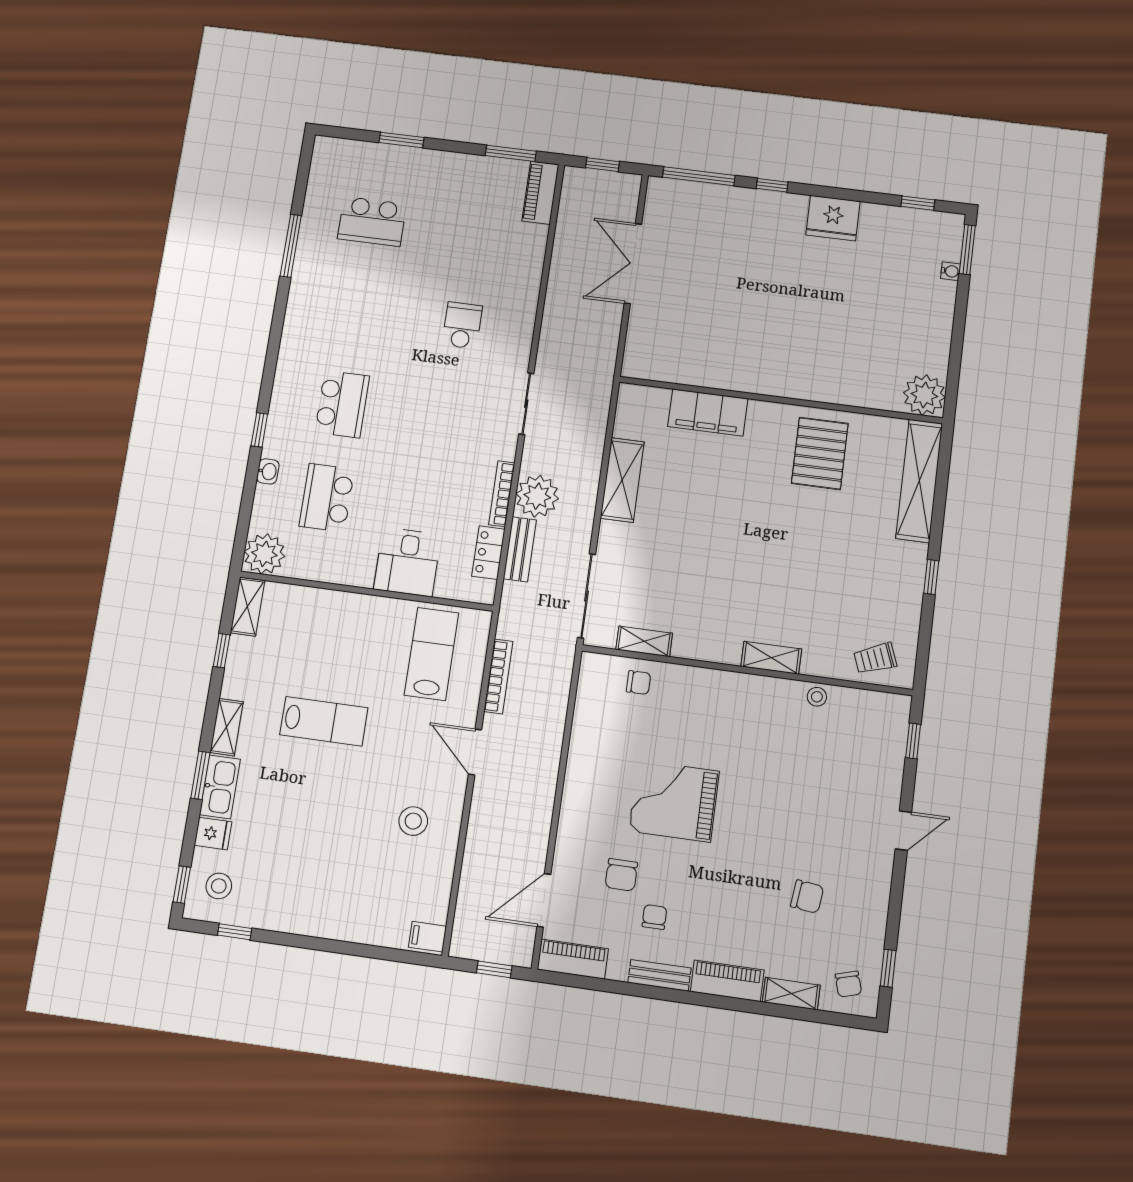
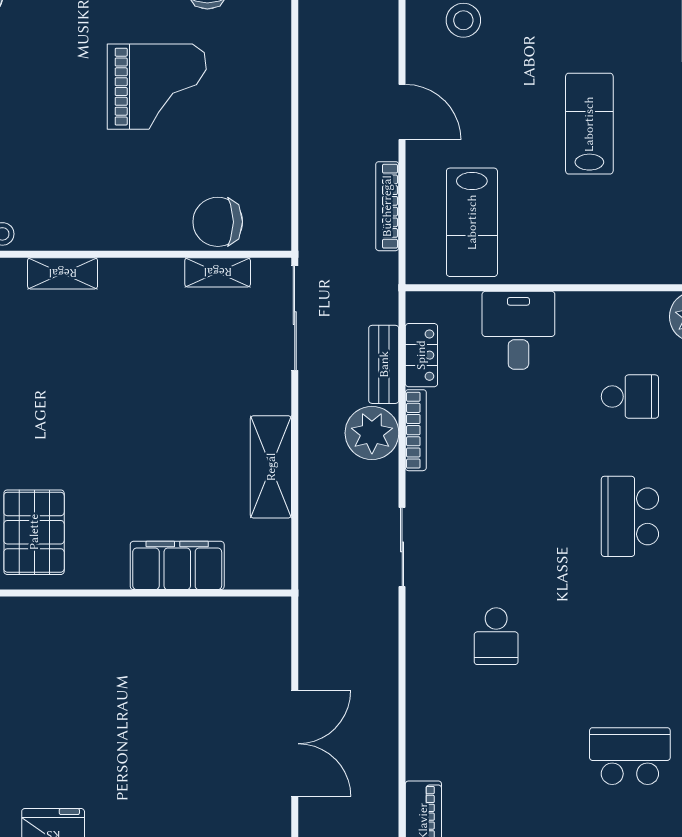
school desk: (327, 498) -> (630, 397), width x0.54
chair: (638, 683) -> (218, 222), width x1.87, depth x1.87
lab bench: (324, 721) -> (589, 124), turned 90

